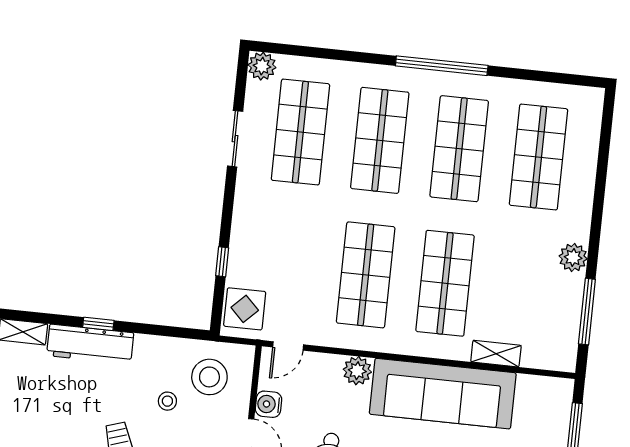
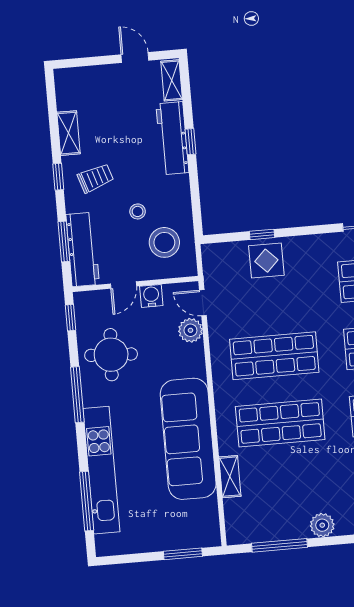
display table: (245, 309) -> (266, 261), moved
plant: (357, 371) -> (190, 330), moved

